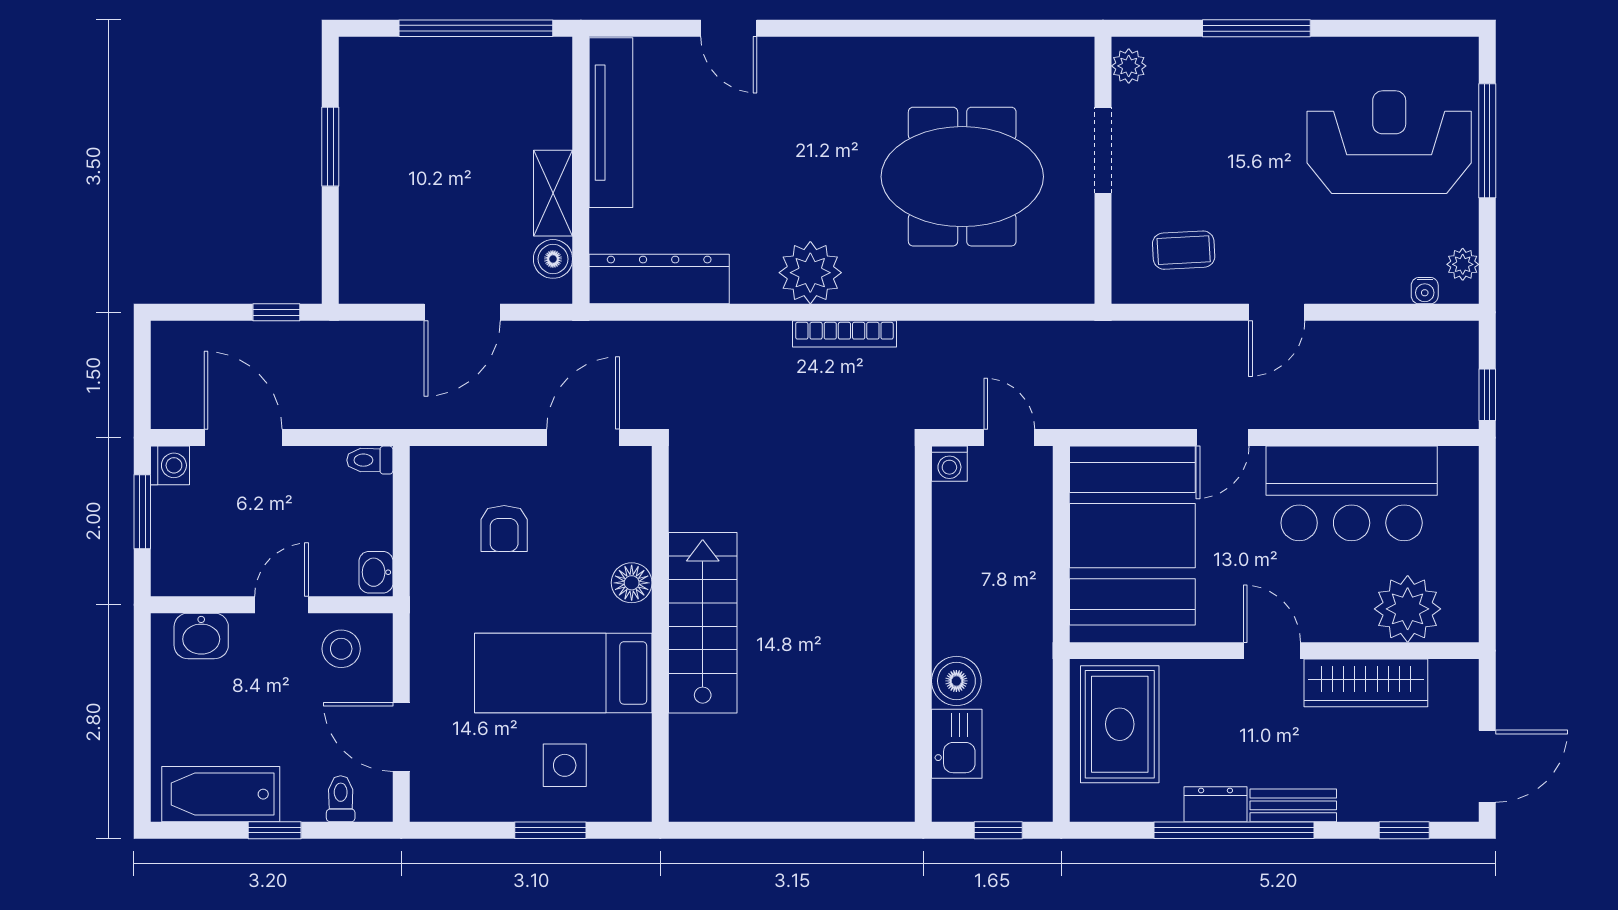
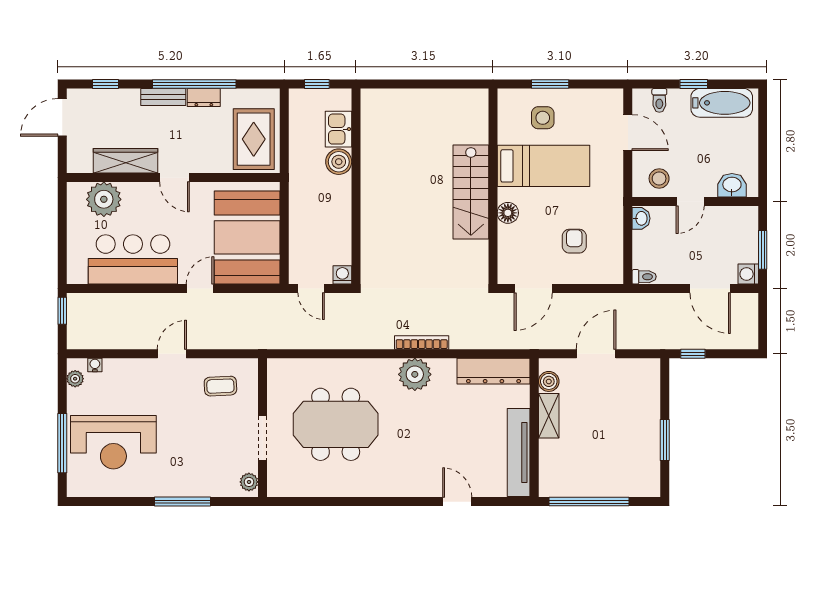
bookcase: (844, 334) -> (422, 342), moved

